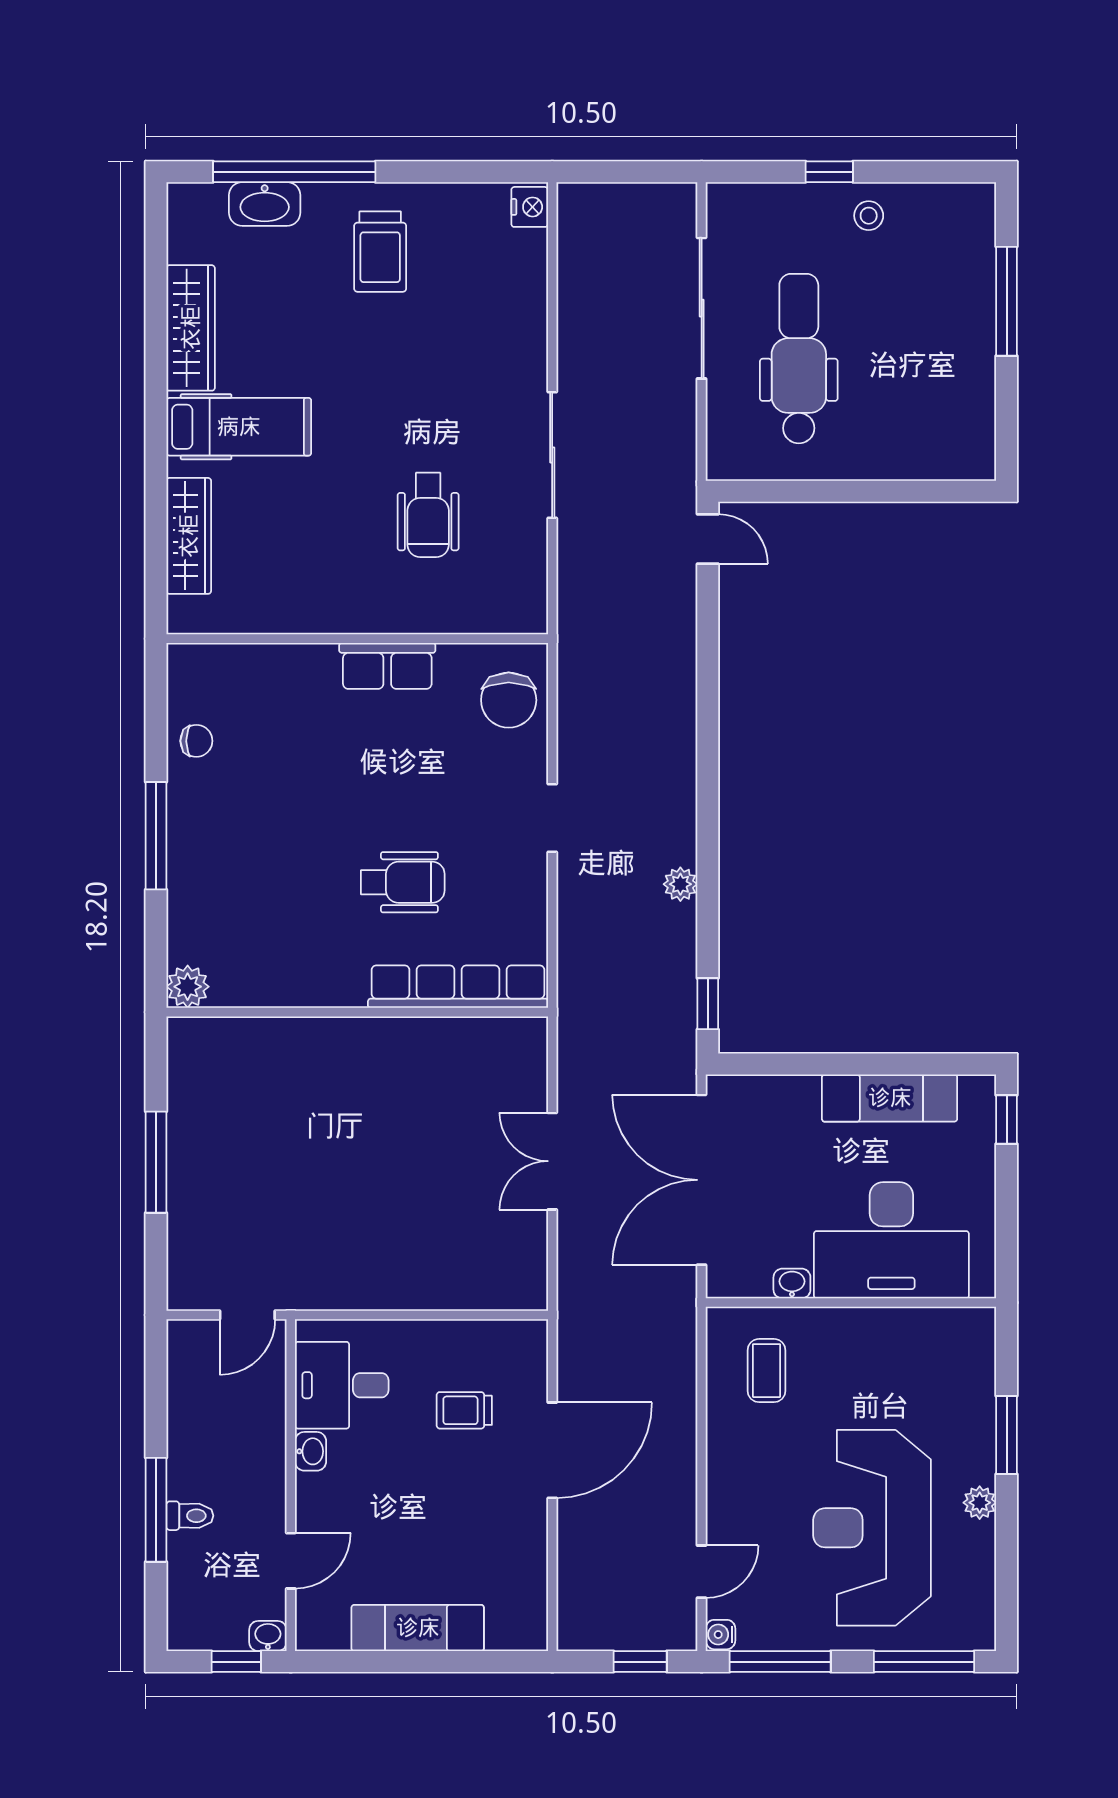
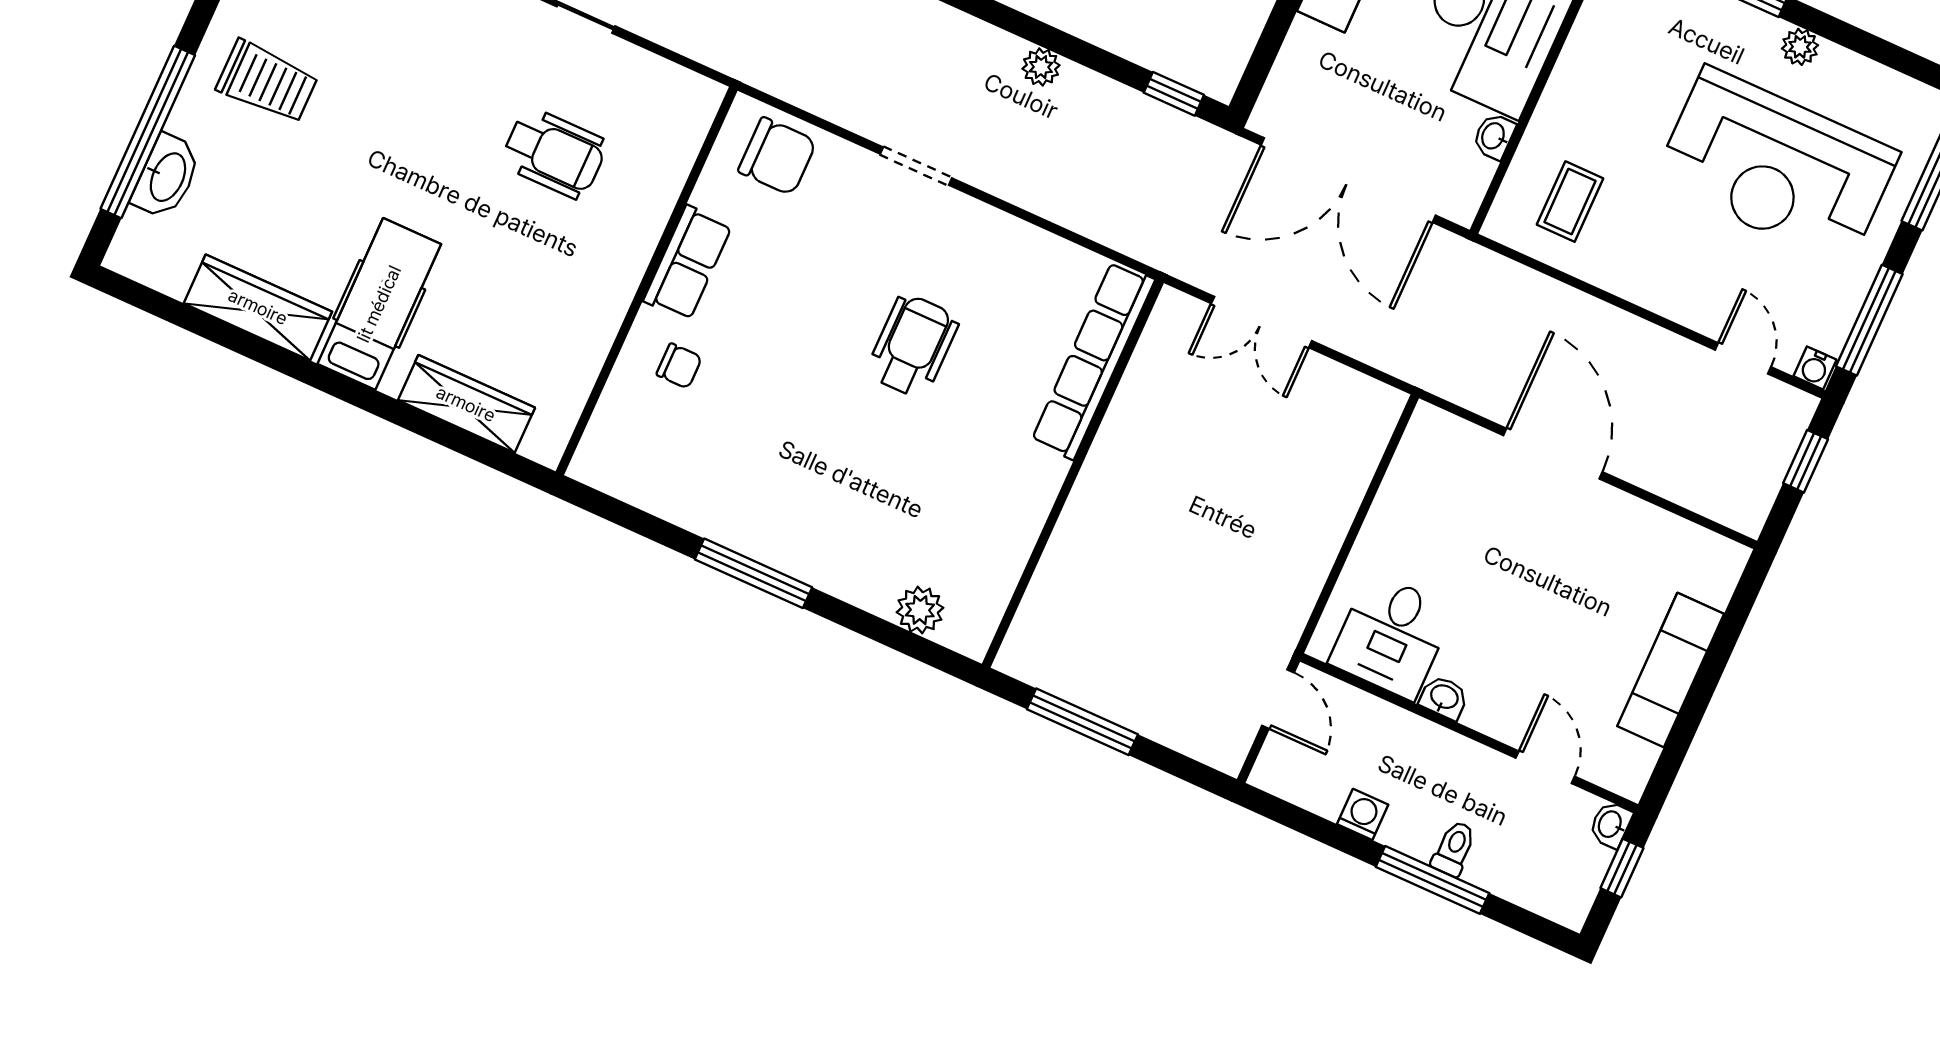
chair: (196, 741) -> (679, 366), moved, turned 90
row of seats: (458, 987) -> (1093, 360), moved
wall: (357, 1012) -> (1073, 473), moved
coffee table: (767, 1371) -> (1570, 202), turned 90
trolley: (464, 1410) -> (1473, 524), removed
washing machine: (184, 1428) -> (1363, 814), added

